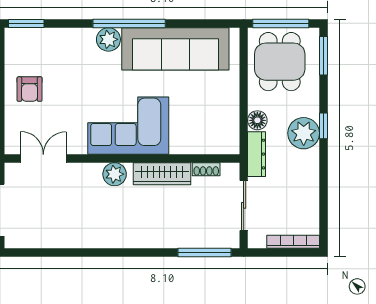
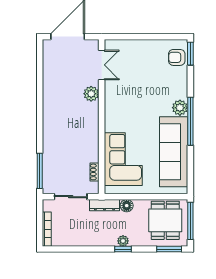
dining table: (280, 62) -> (165, 220), turned 90
armchair: (30, 89) -> (177, 57), moved
corner sofa: (128, 126) -> (123, 159), moved
plant: (304, 133) -> (123, 241), width x0.53, depth x0.53
plant: (115, 174) -> (91, 94), moved
wardrobe: (162, 174) -> (92, 143), removed

